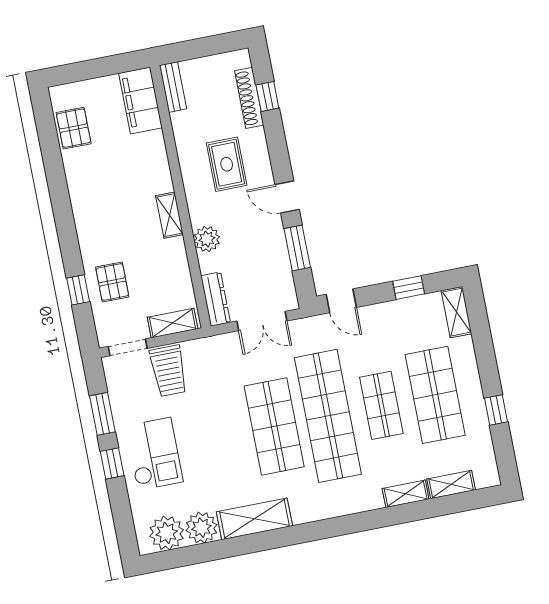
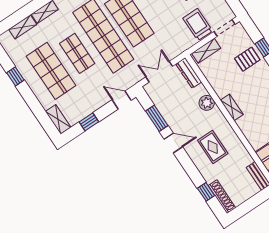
shoe rack: (249, 98) -> (222, 197), moved
pallet: (112, 282) -> (247, 59), turned 90

